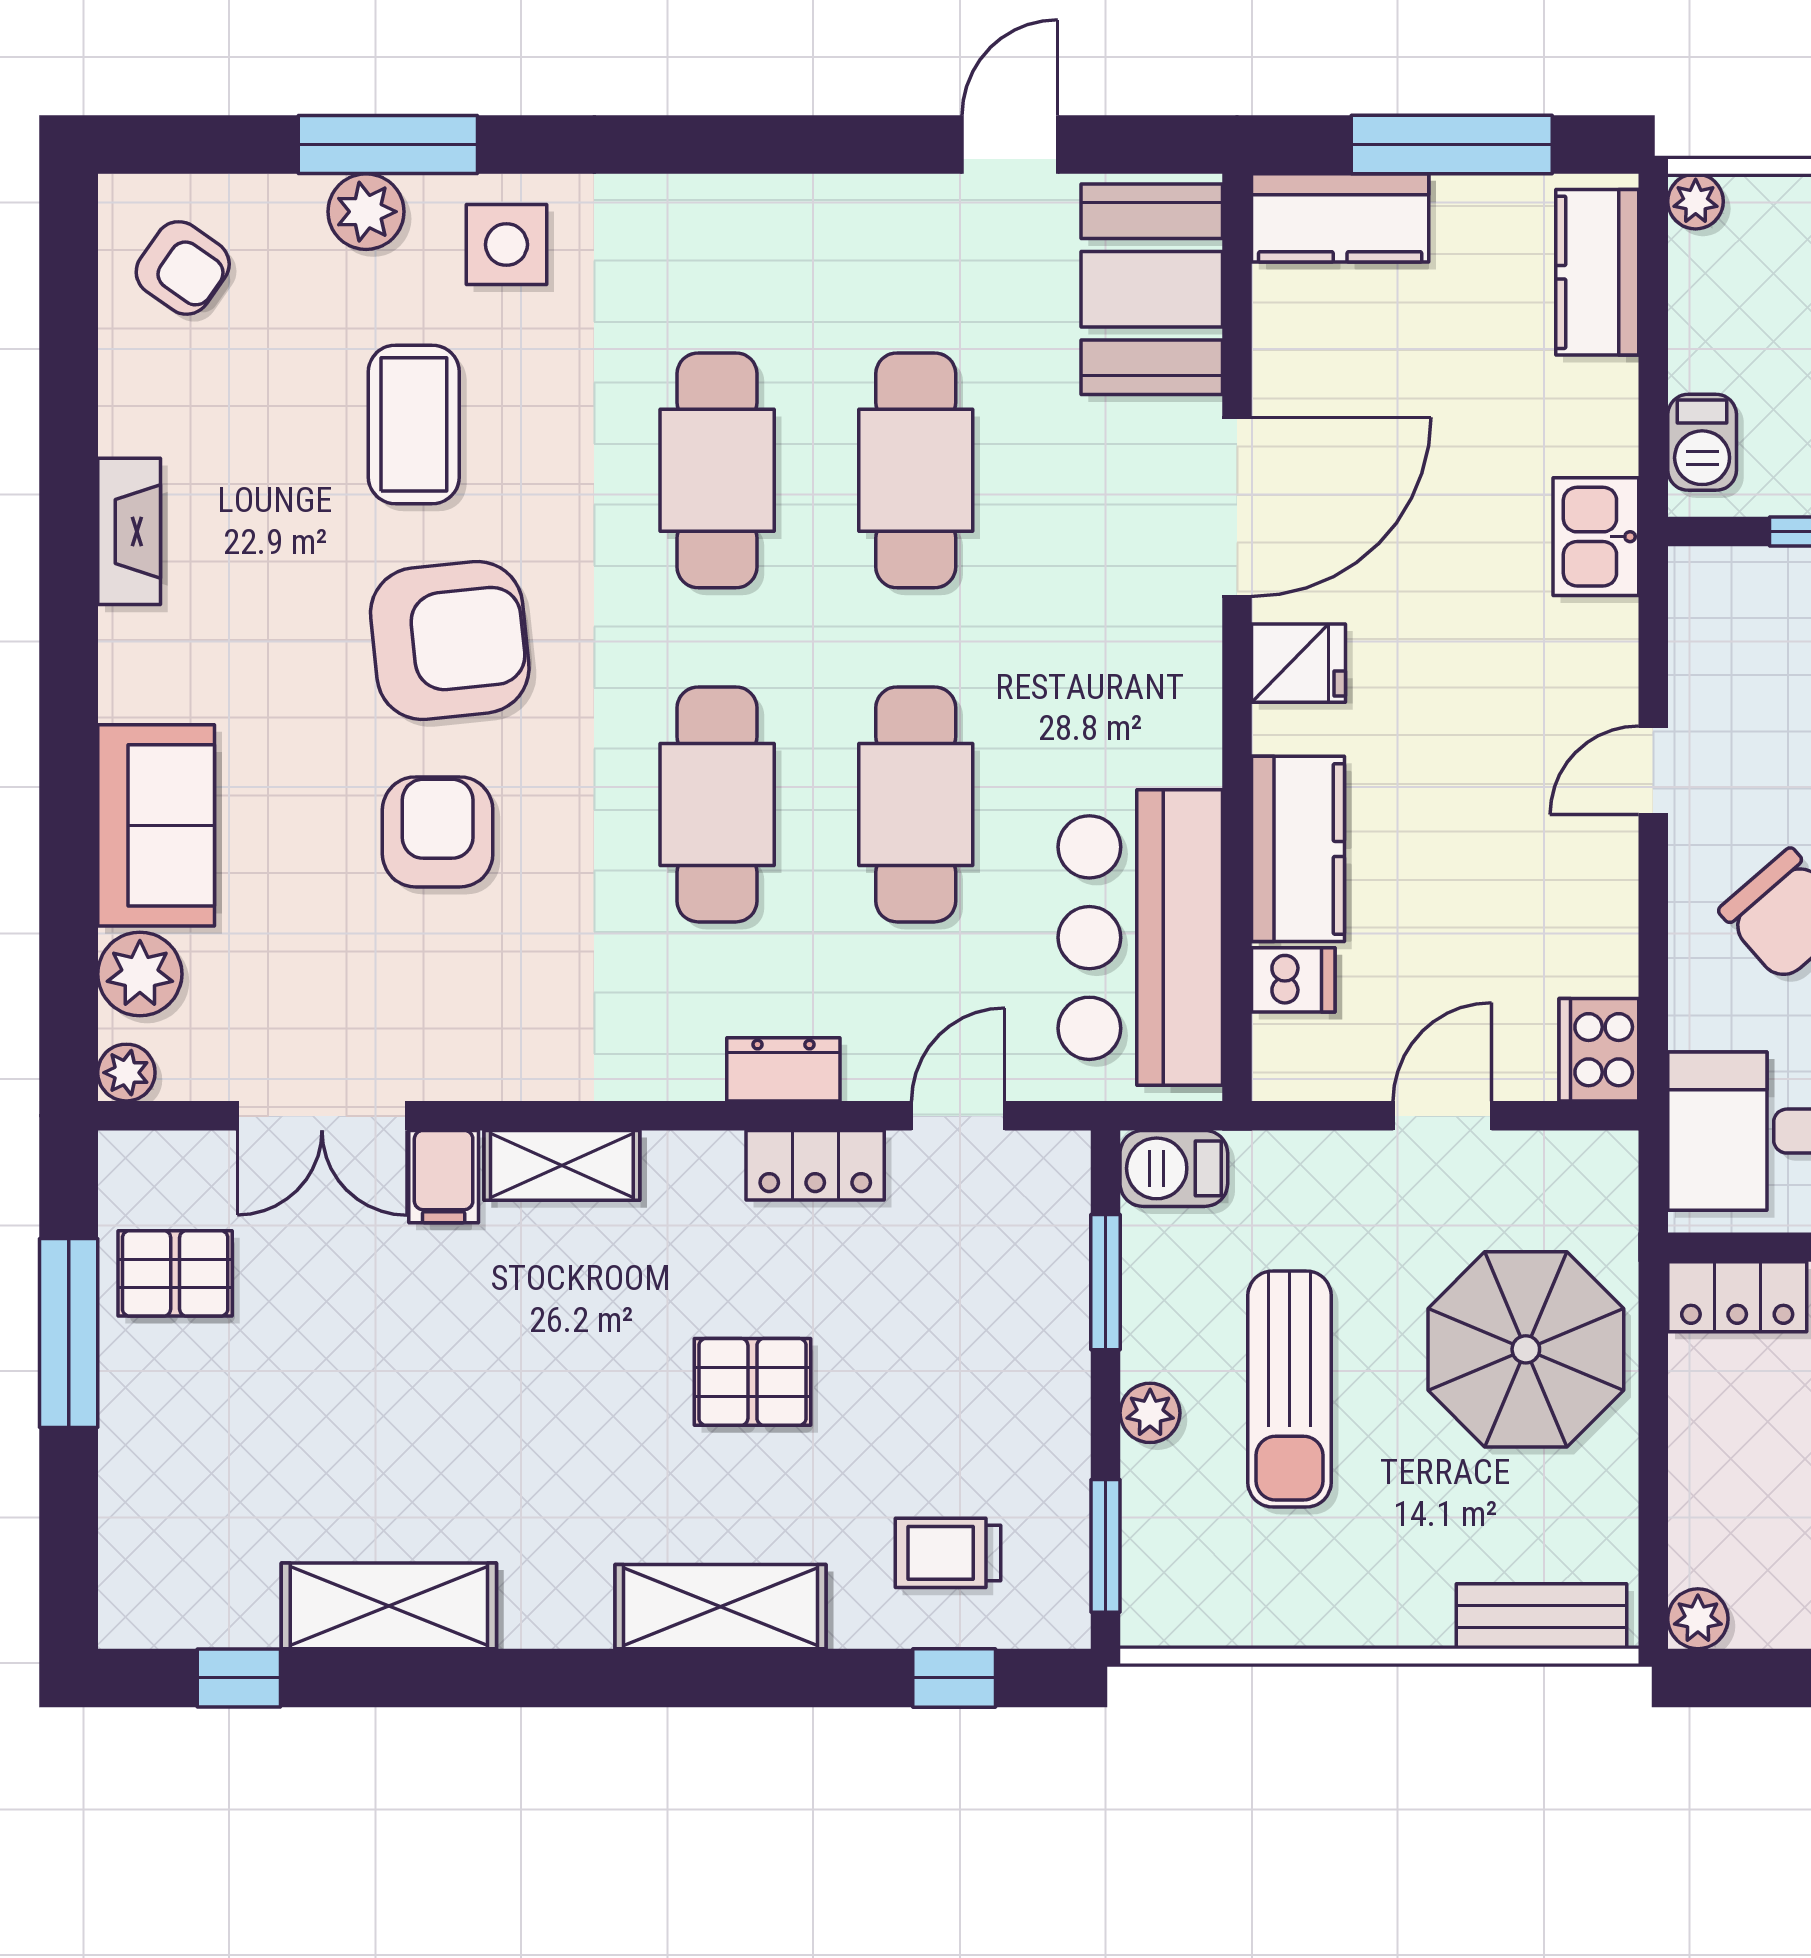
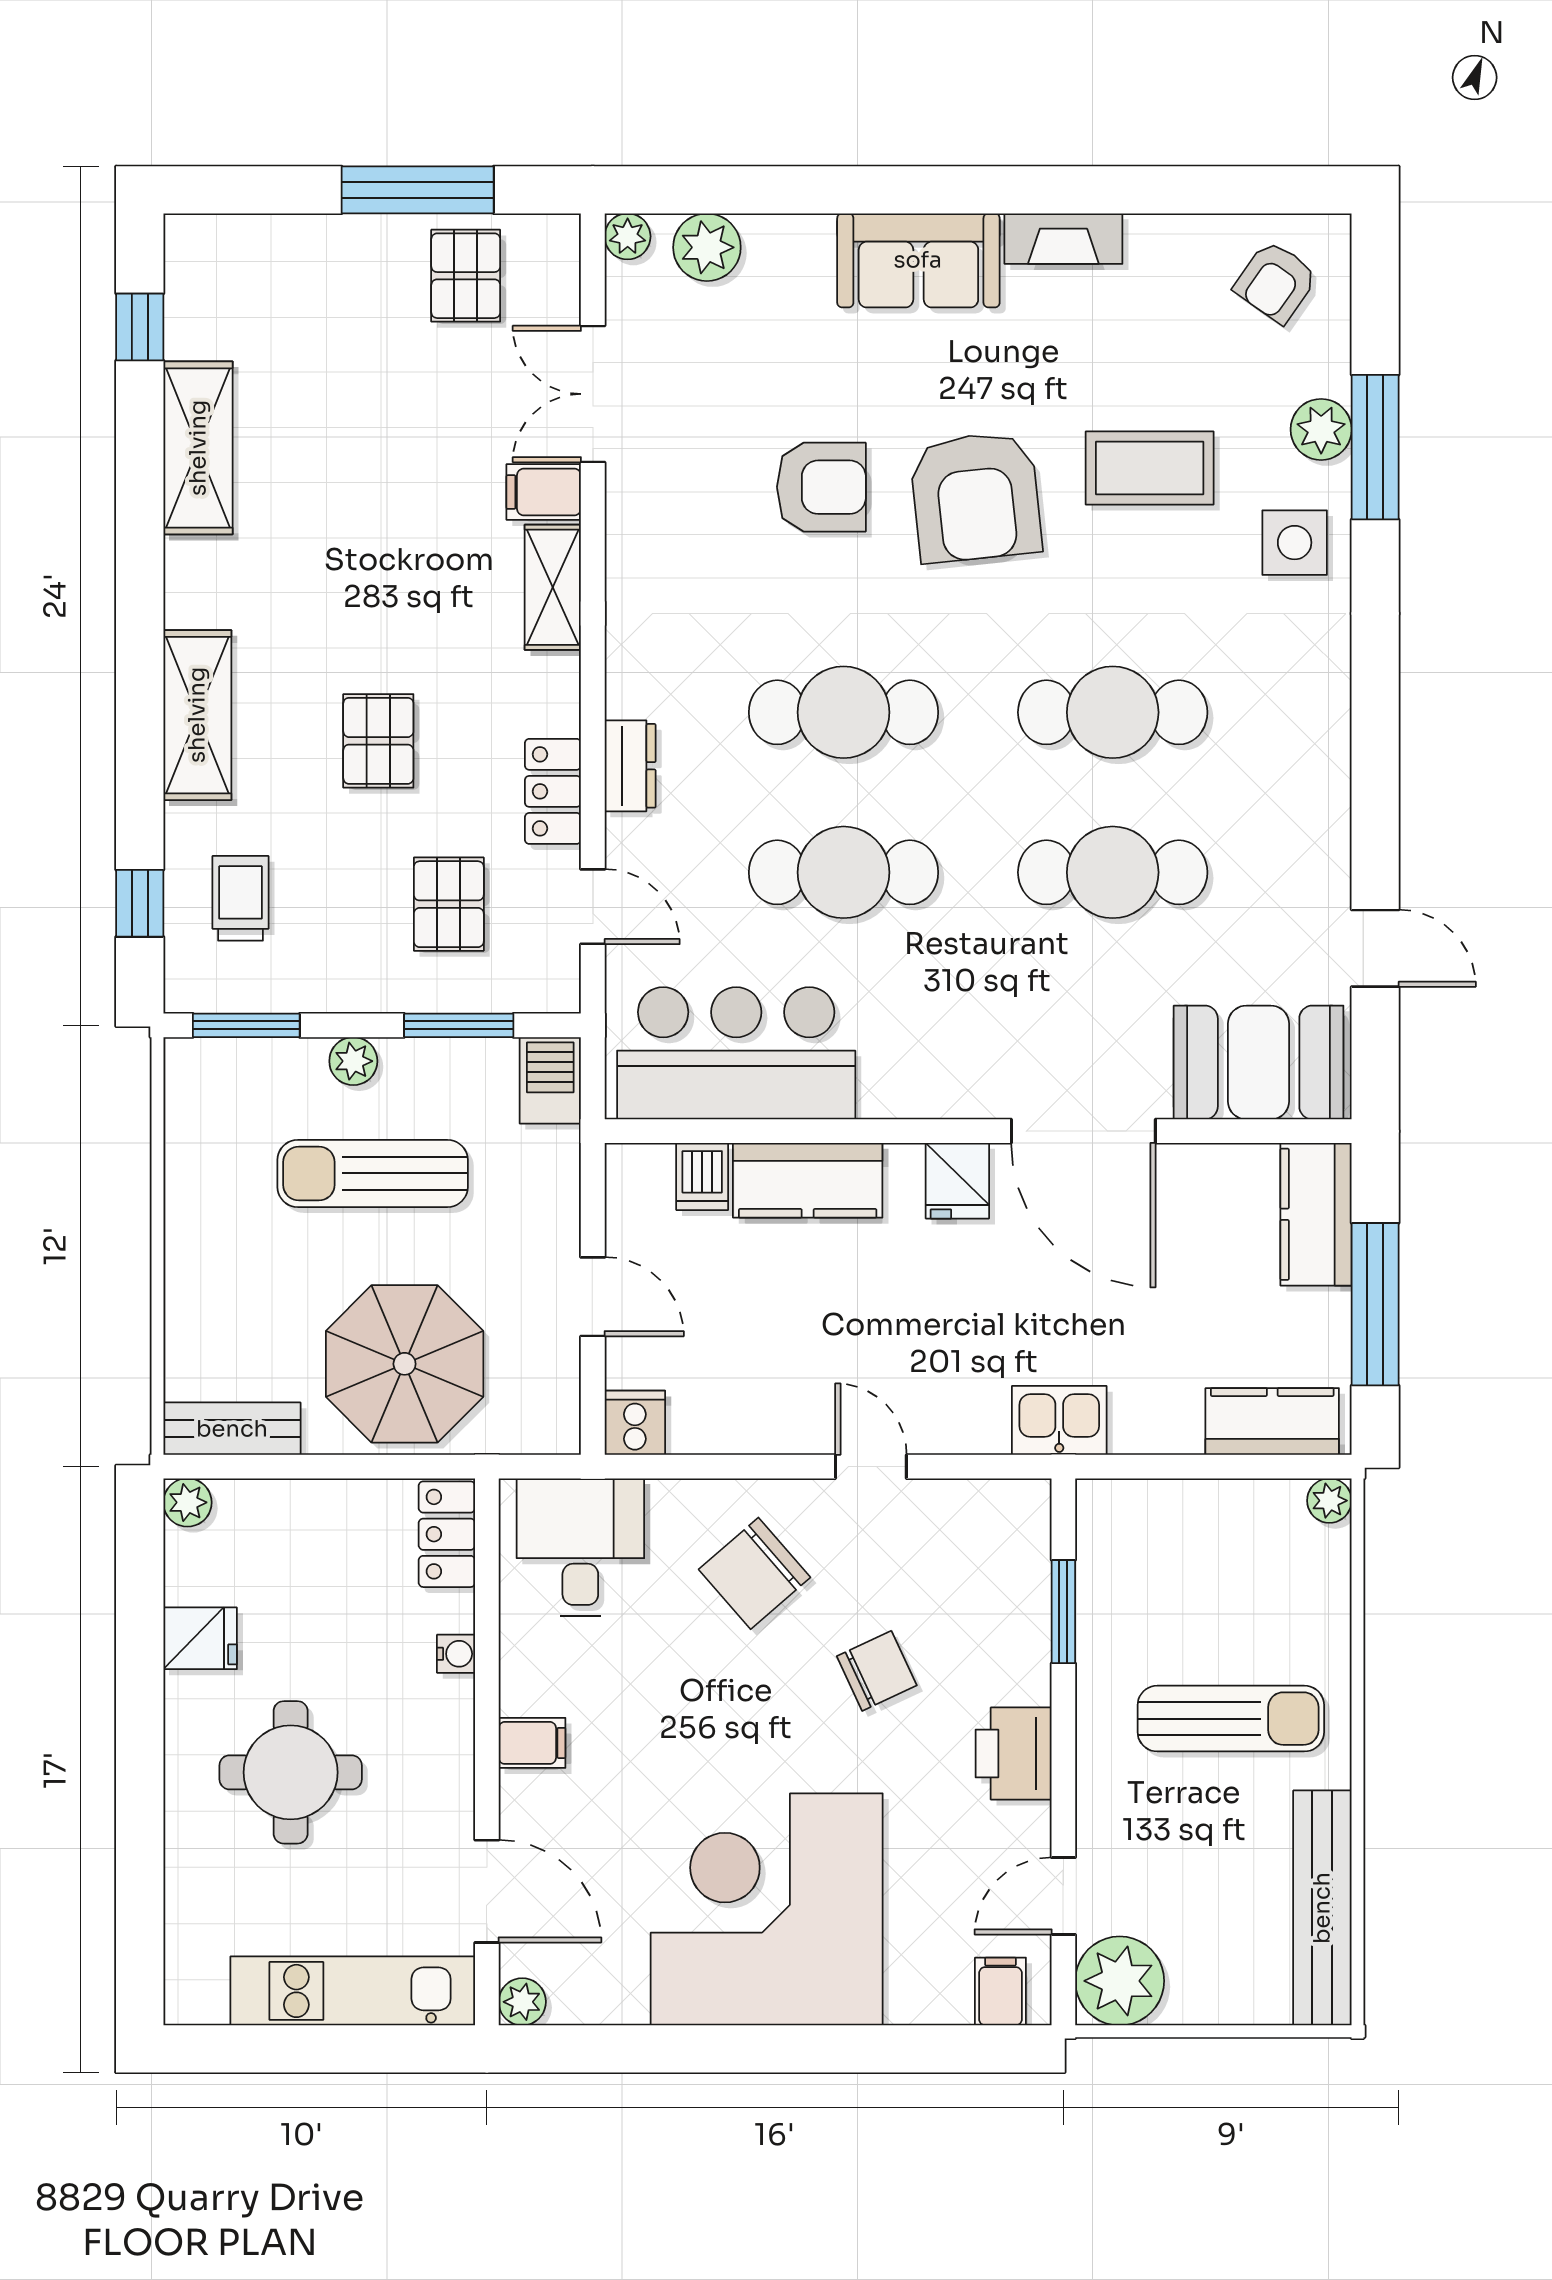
barbecue: (1702, 442) -> (1135, 1506), removed
sofa: (156, 825) -> (918, 260), moved
cooker: (1599, 1050) -> (635, 1423), width x0.73
pallet: (955, 1294) -> (449, 904), added
bench: (1541, 1616) -> (232, 1429), moved, turned 90

